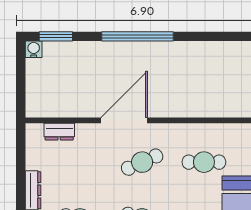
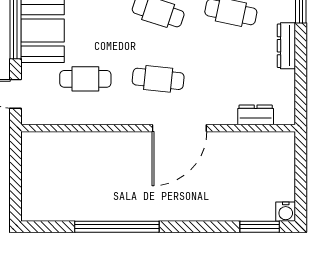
window: (138, 36) -> (117, 227), moved
cafe table: (142, 162) -> (158, 79), turned 30

